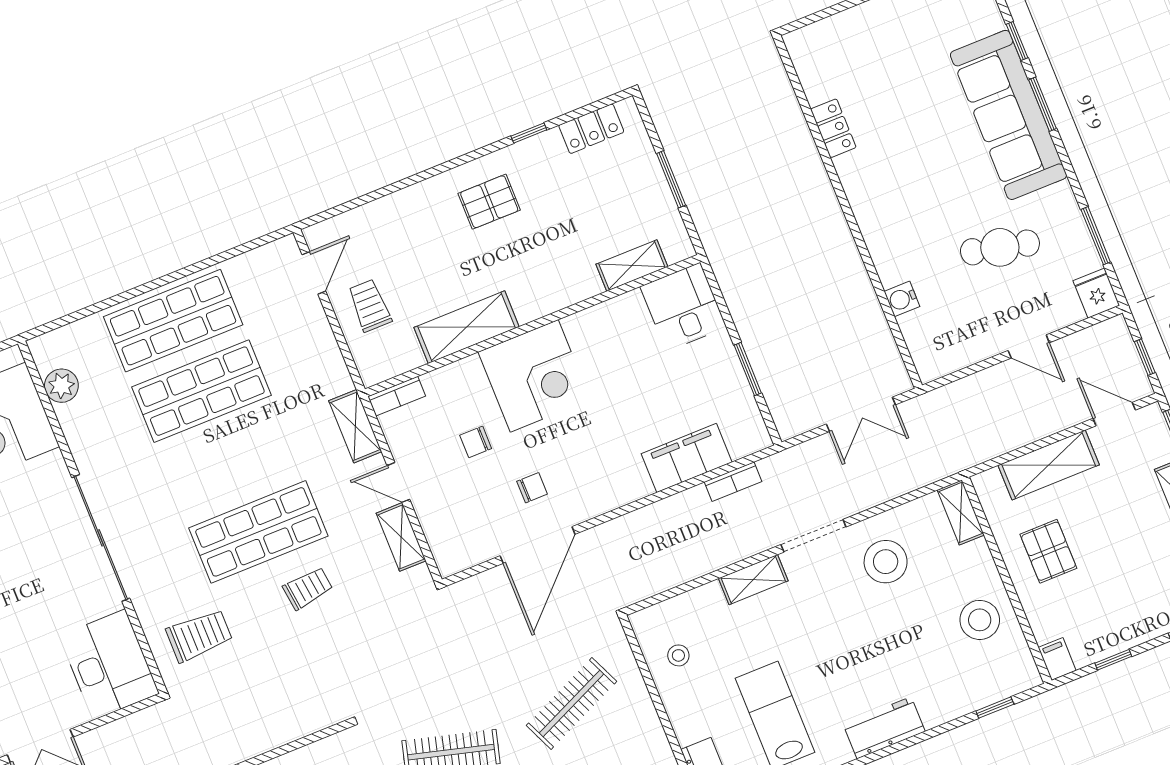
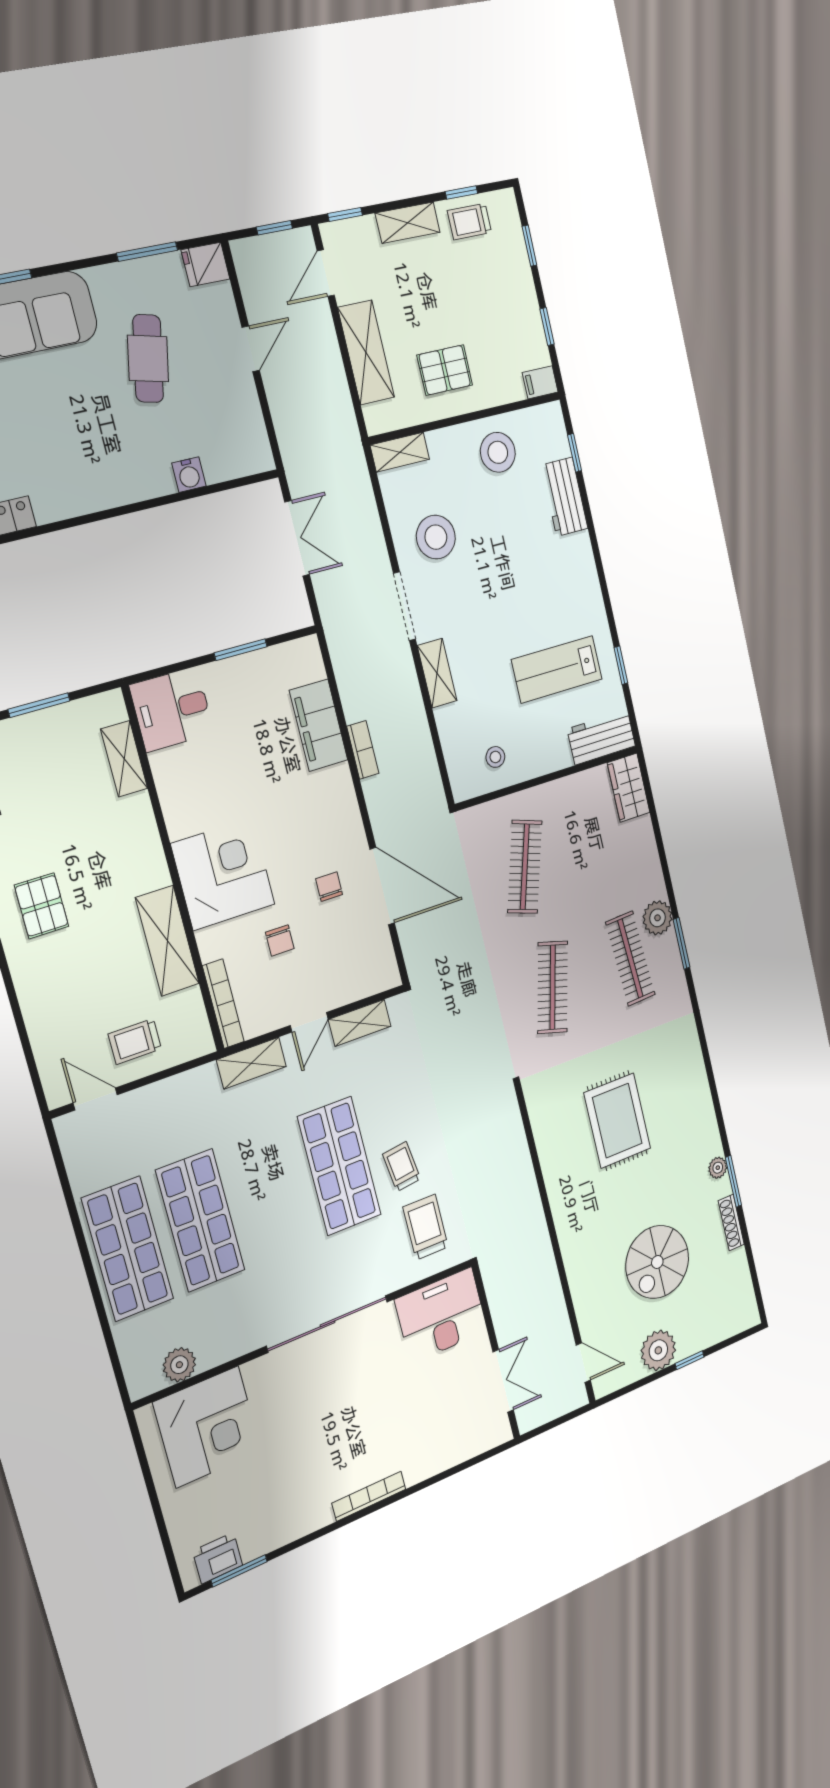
bookcase: (397, 396) -> (223, 1004), width x1.56
bookcase: (733, 482) -> (363, 750), moved
trolley: (308, 588) -> (402, 1167), moved
clothes rail: (571, 703) -> (525, 867), turned 42
workbench: (884, 728) -> (564, 497), moved

